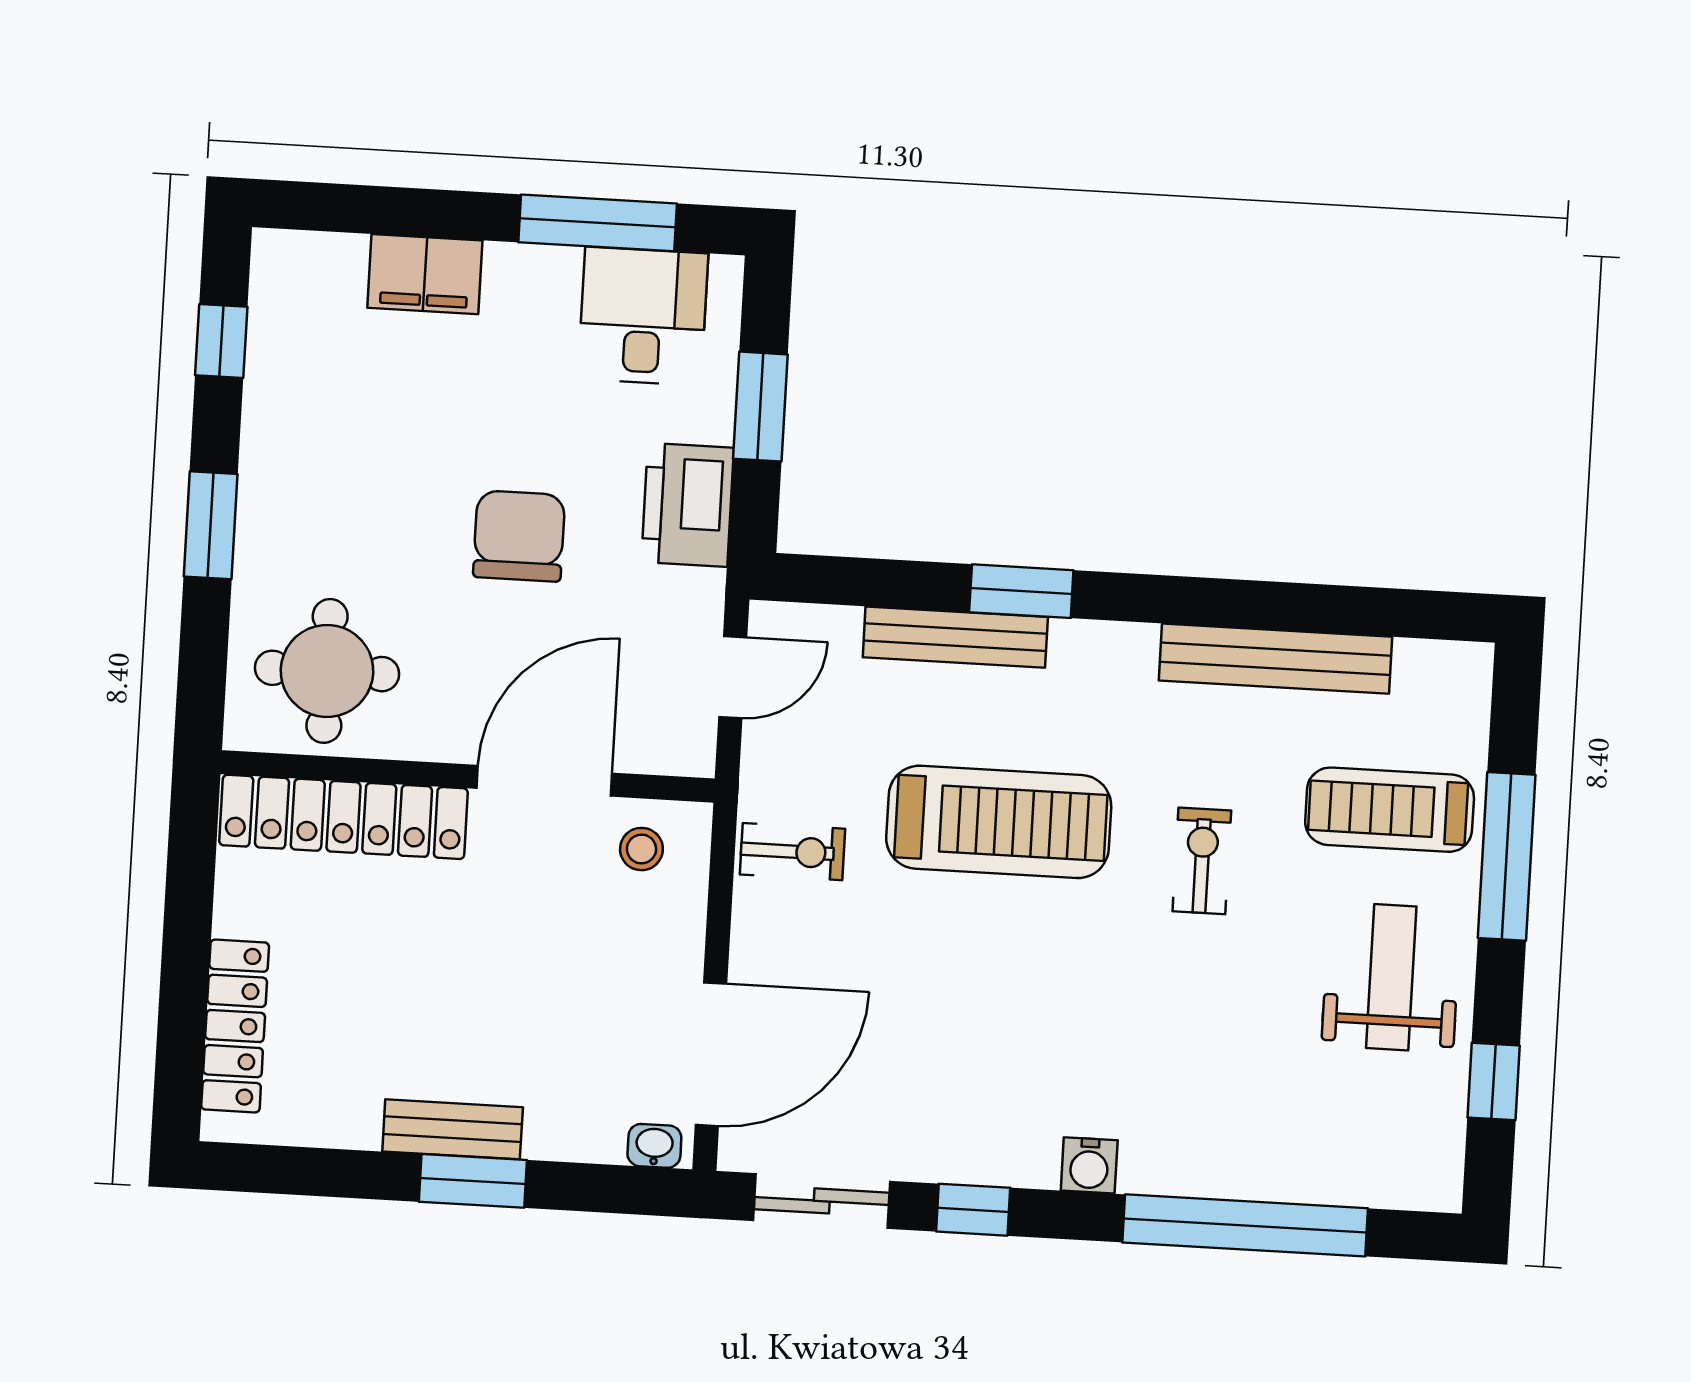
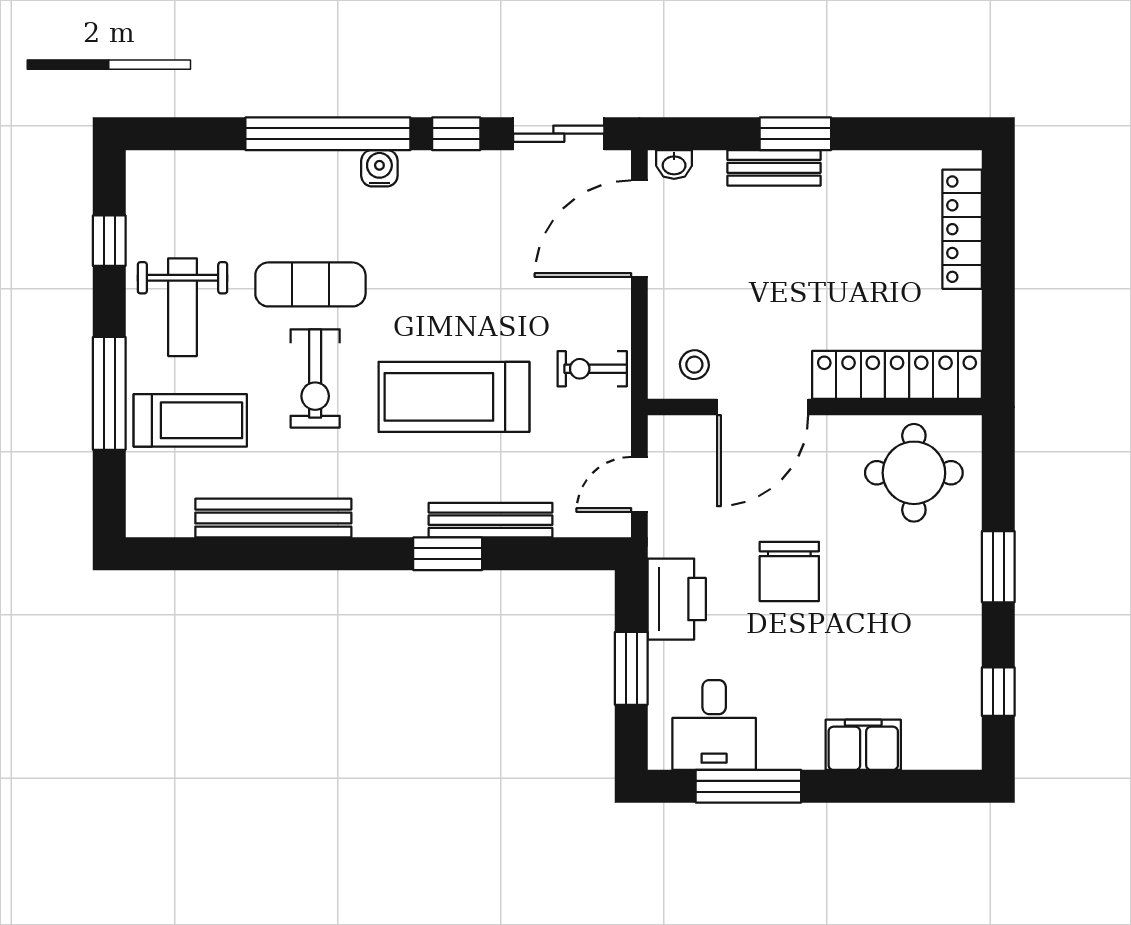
exercise bike: (1202, 861) -> (315, 378), width x1.38, depth x1.39
exercise mat: (1201, 1000) -> (310, 284), added
bench: (453, 1129) -> (774, 168), moved
window: (1245, 1225) -> (328, 134), moved

